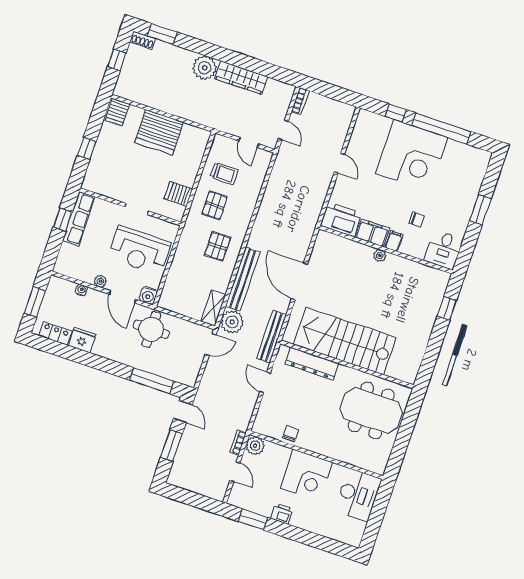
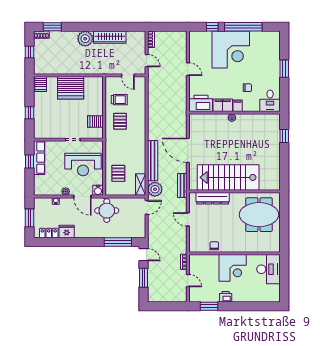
pallet: (218, 246) -> (118, 173), moved
bench: (272, 336) -> (182, 185), width x0.73
plant: (255, 446) -> (195, 260), removed

